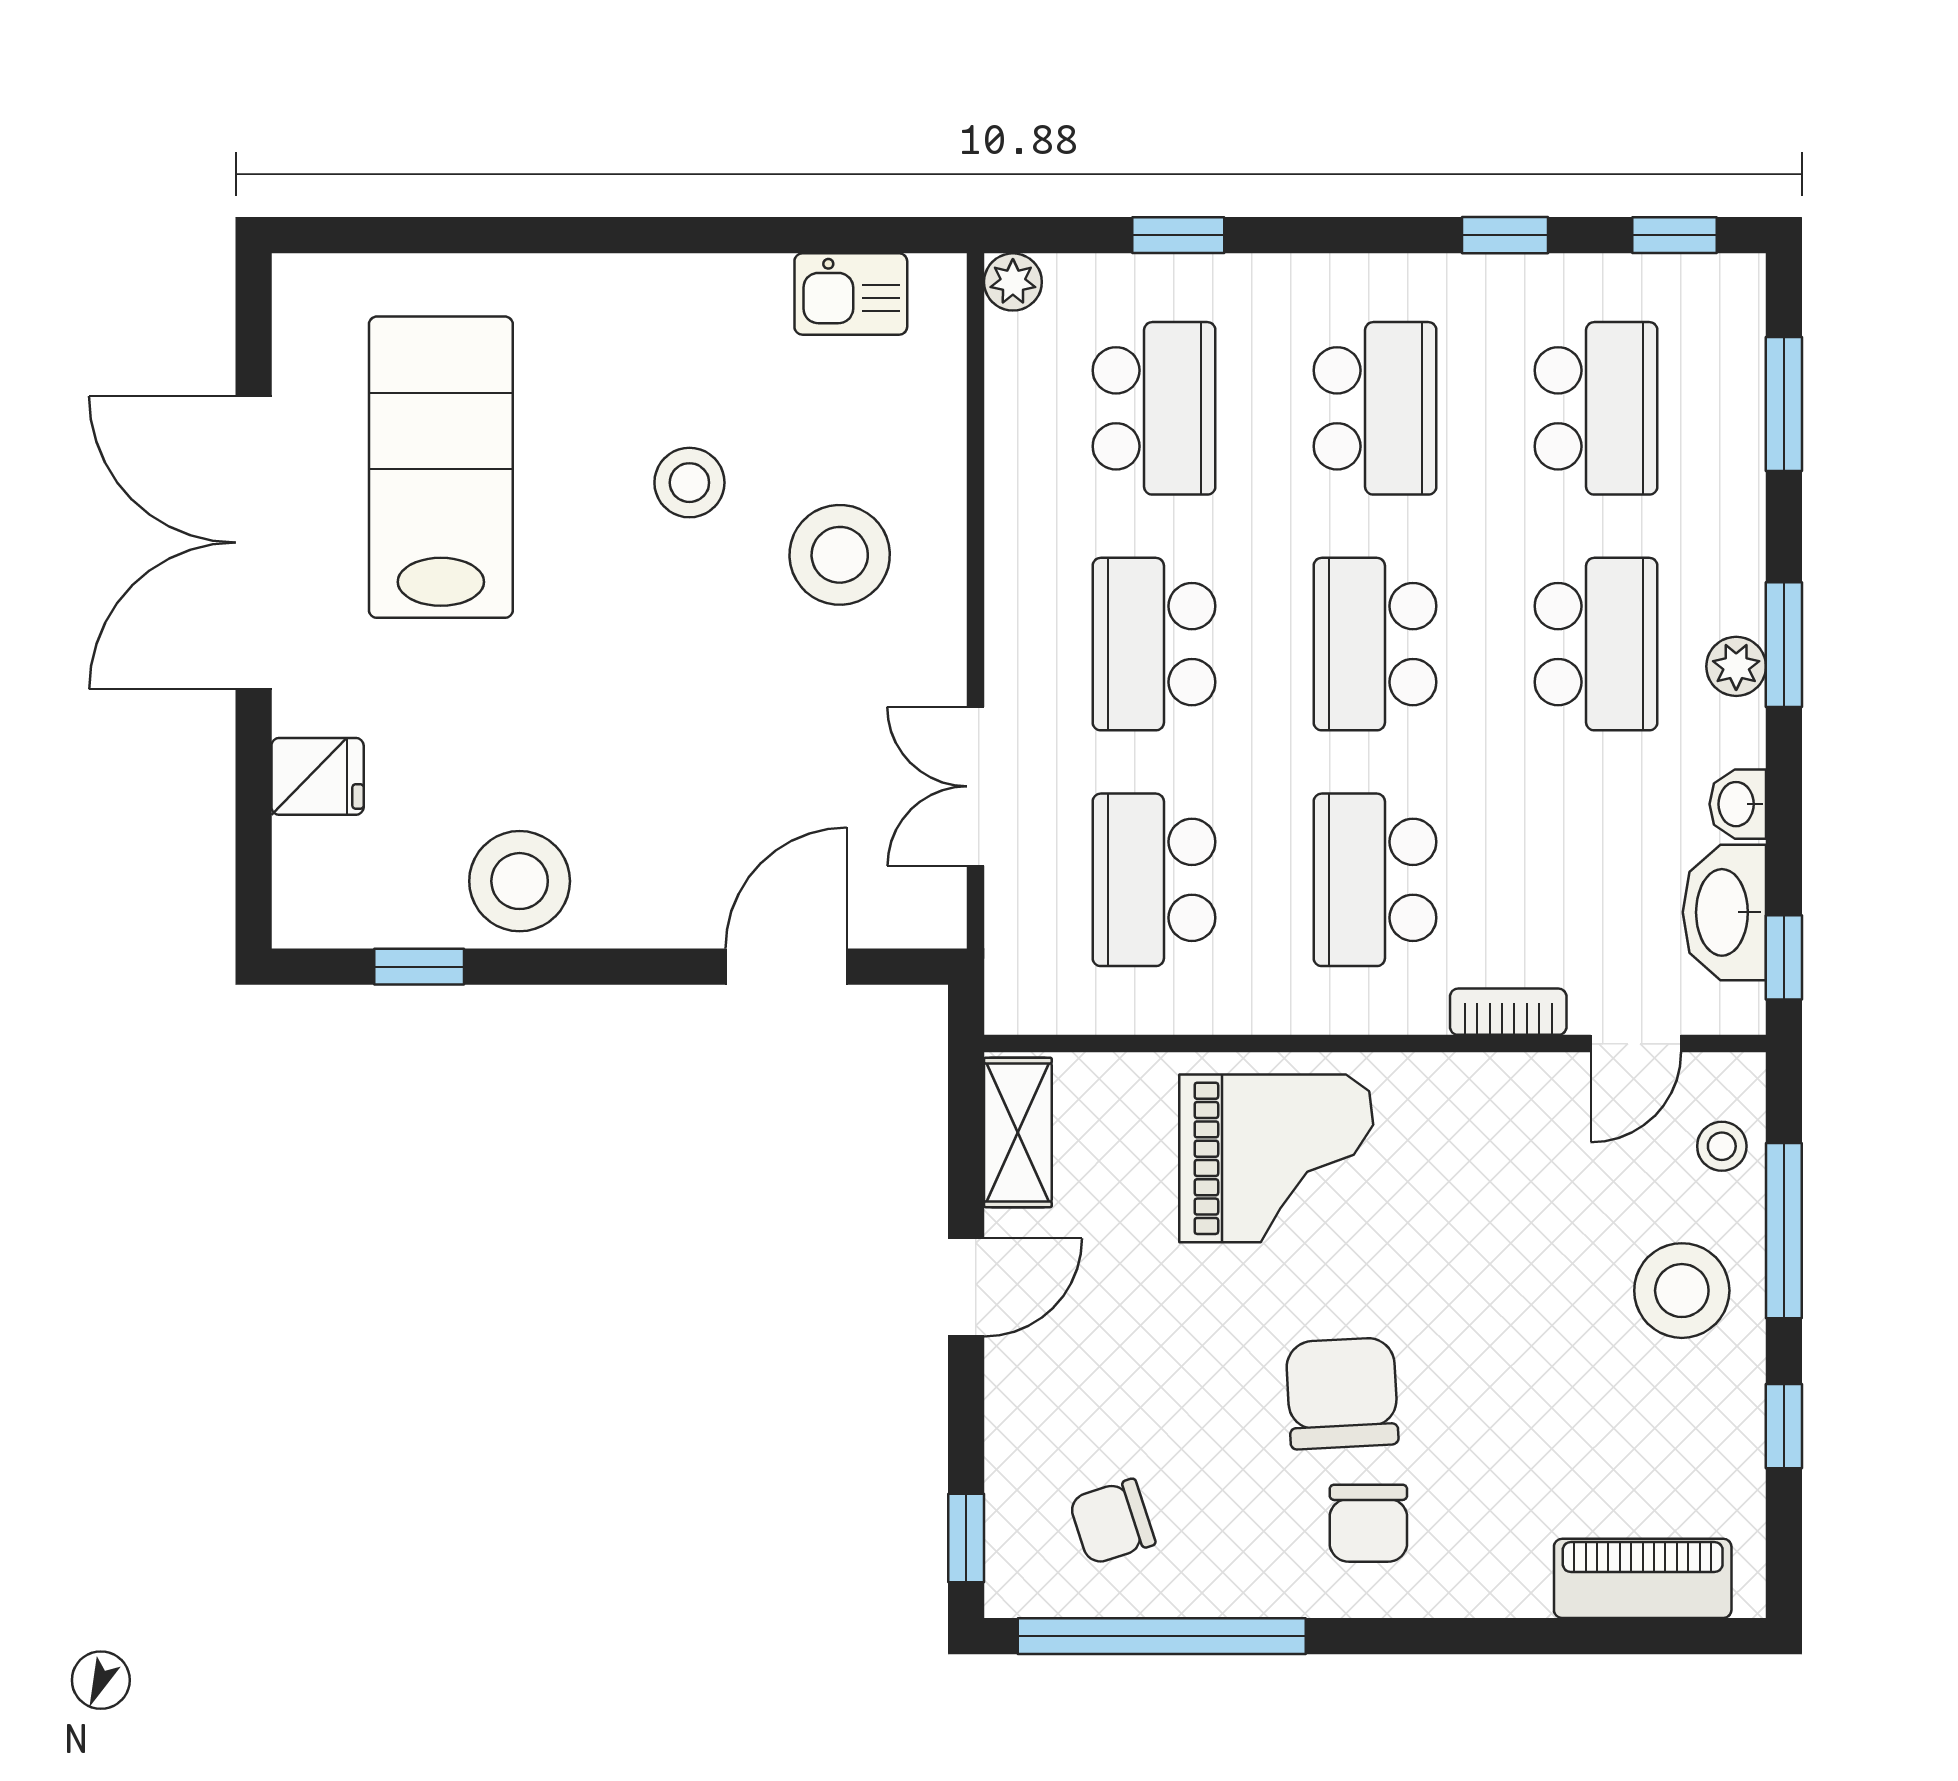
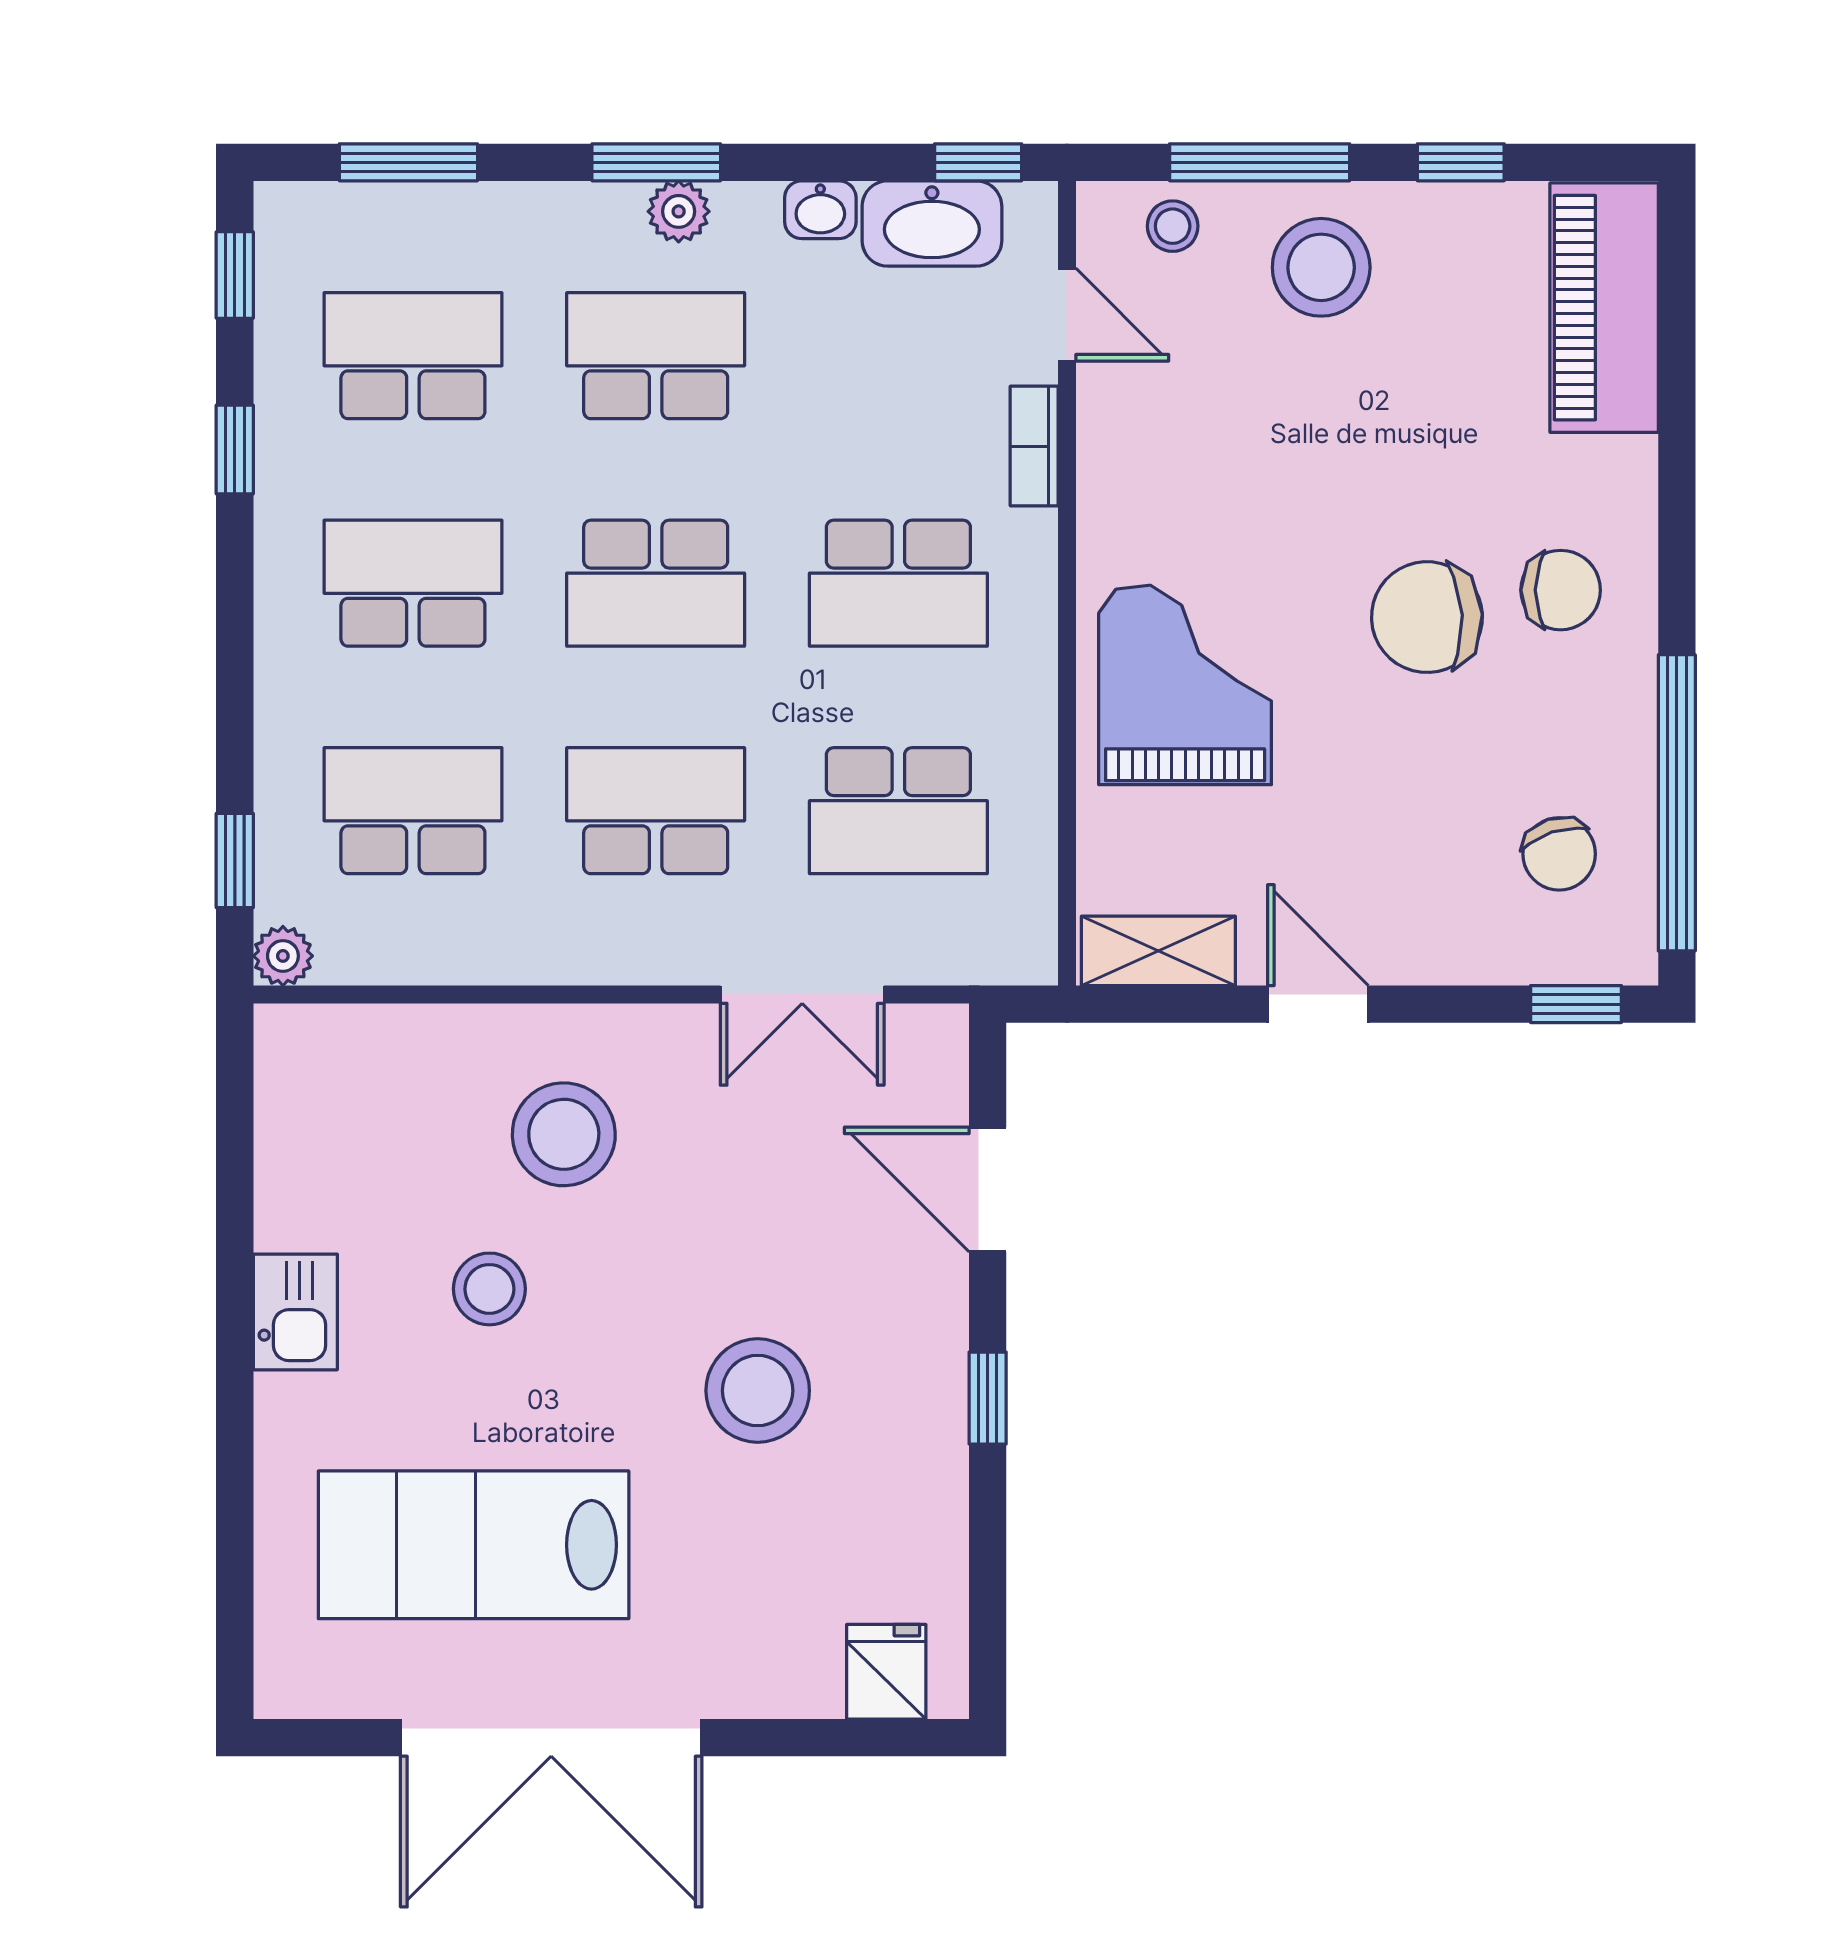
window: (1178, 235) -> (235, 861), moved
kitchen sink: (851, 294) -> (295, 1312), moved
school desk: (1154, 644) -> (656, 811), turned 180
fridge: (318, 776) -> (886, 1672), moved
stool: (520, 881) -> (758, 1391), moved
window: (419, 967) -> (988, 1398), moved
piano: (1643, 1578) -> (1604, 308), width x1.37, depth x1.33

